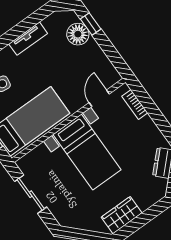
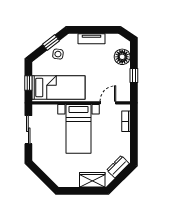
window: (91, 24) -> (134, 76), moved
wardrobe: (122, 215) -> (92, 180), moved

